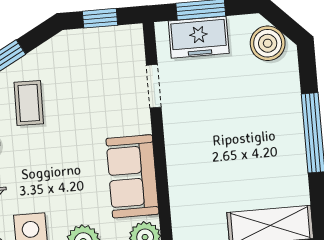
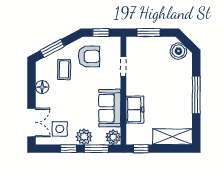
freezer: (199, 37) -> (135, 110), moved, turned -90
armchair: (79, 71) -> (89, 56), added

